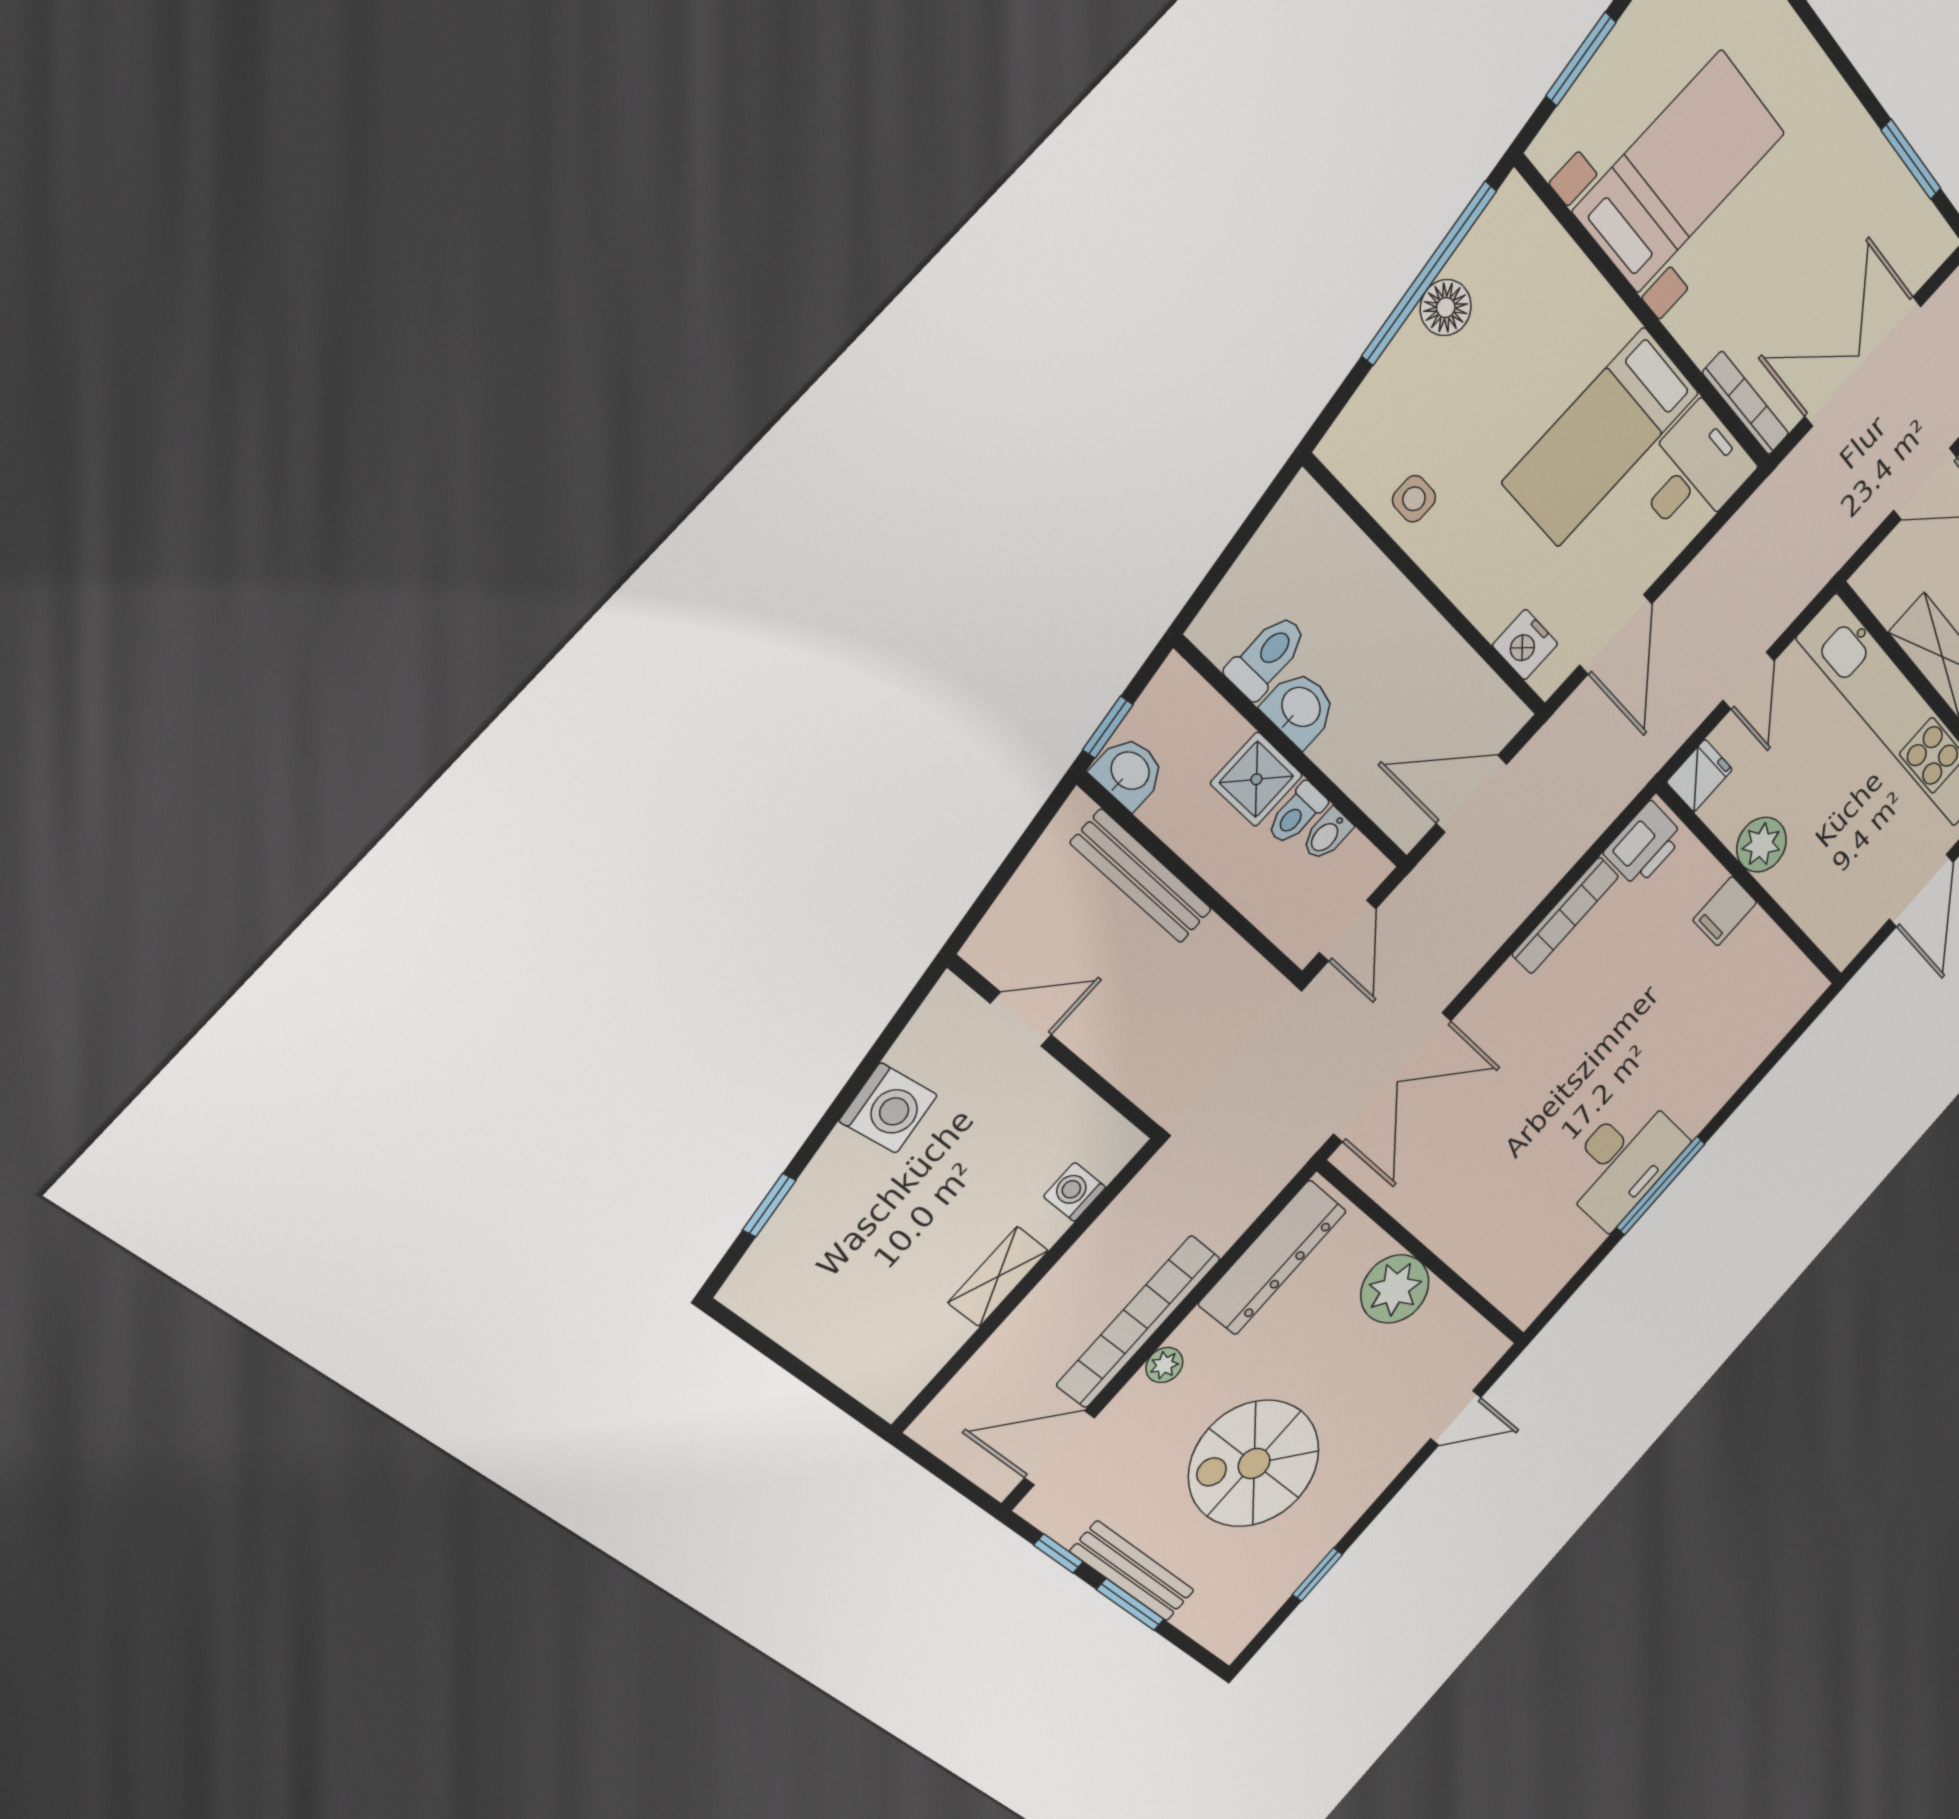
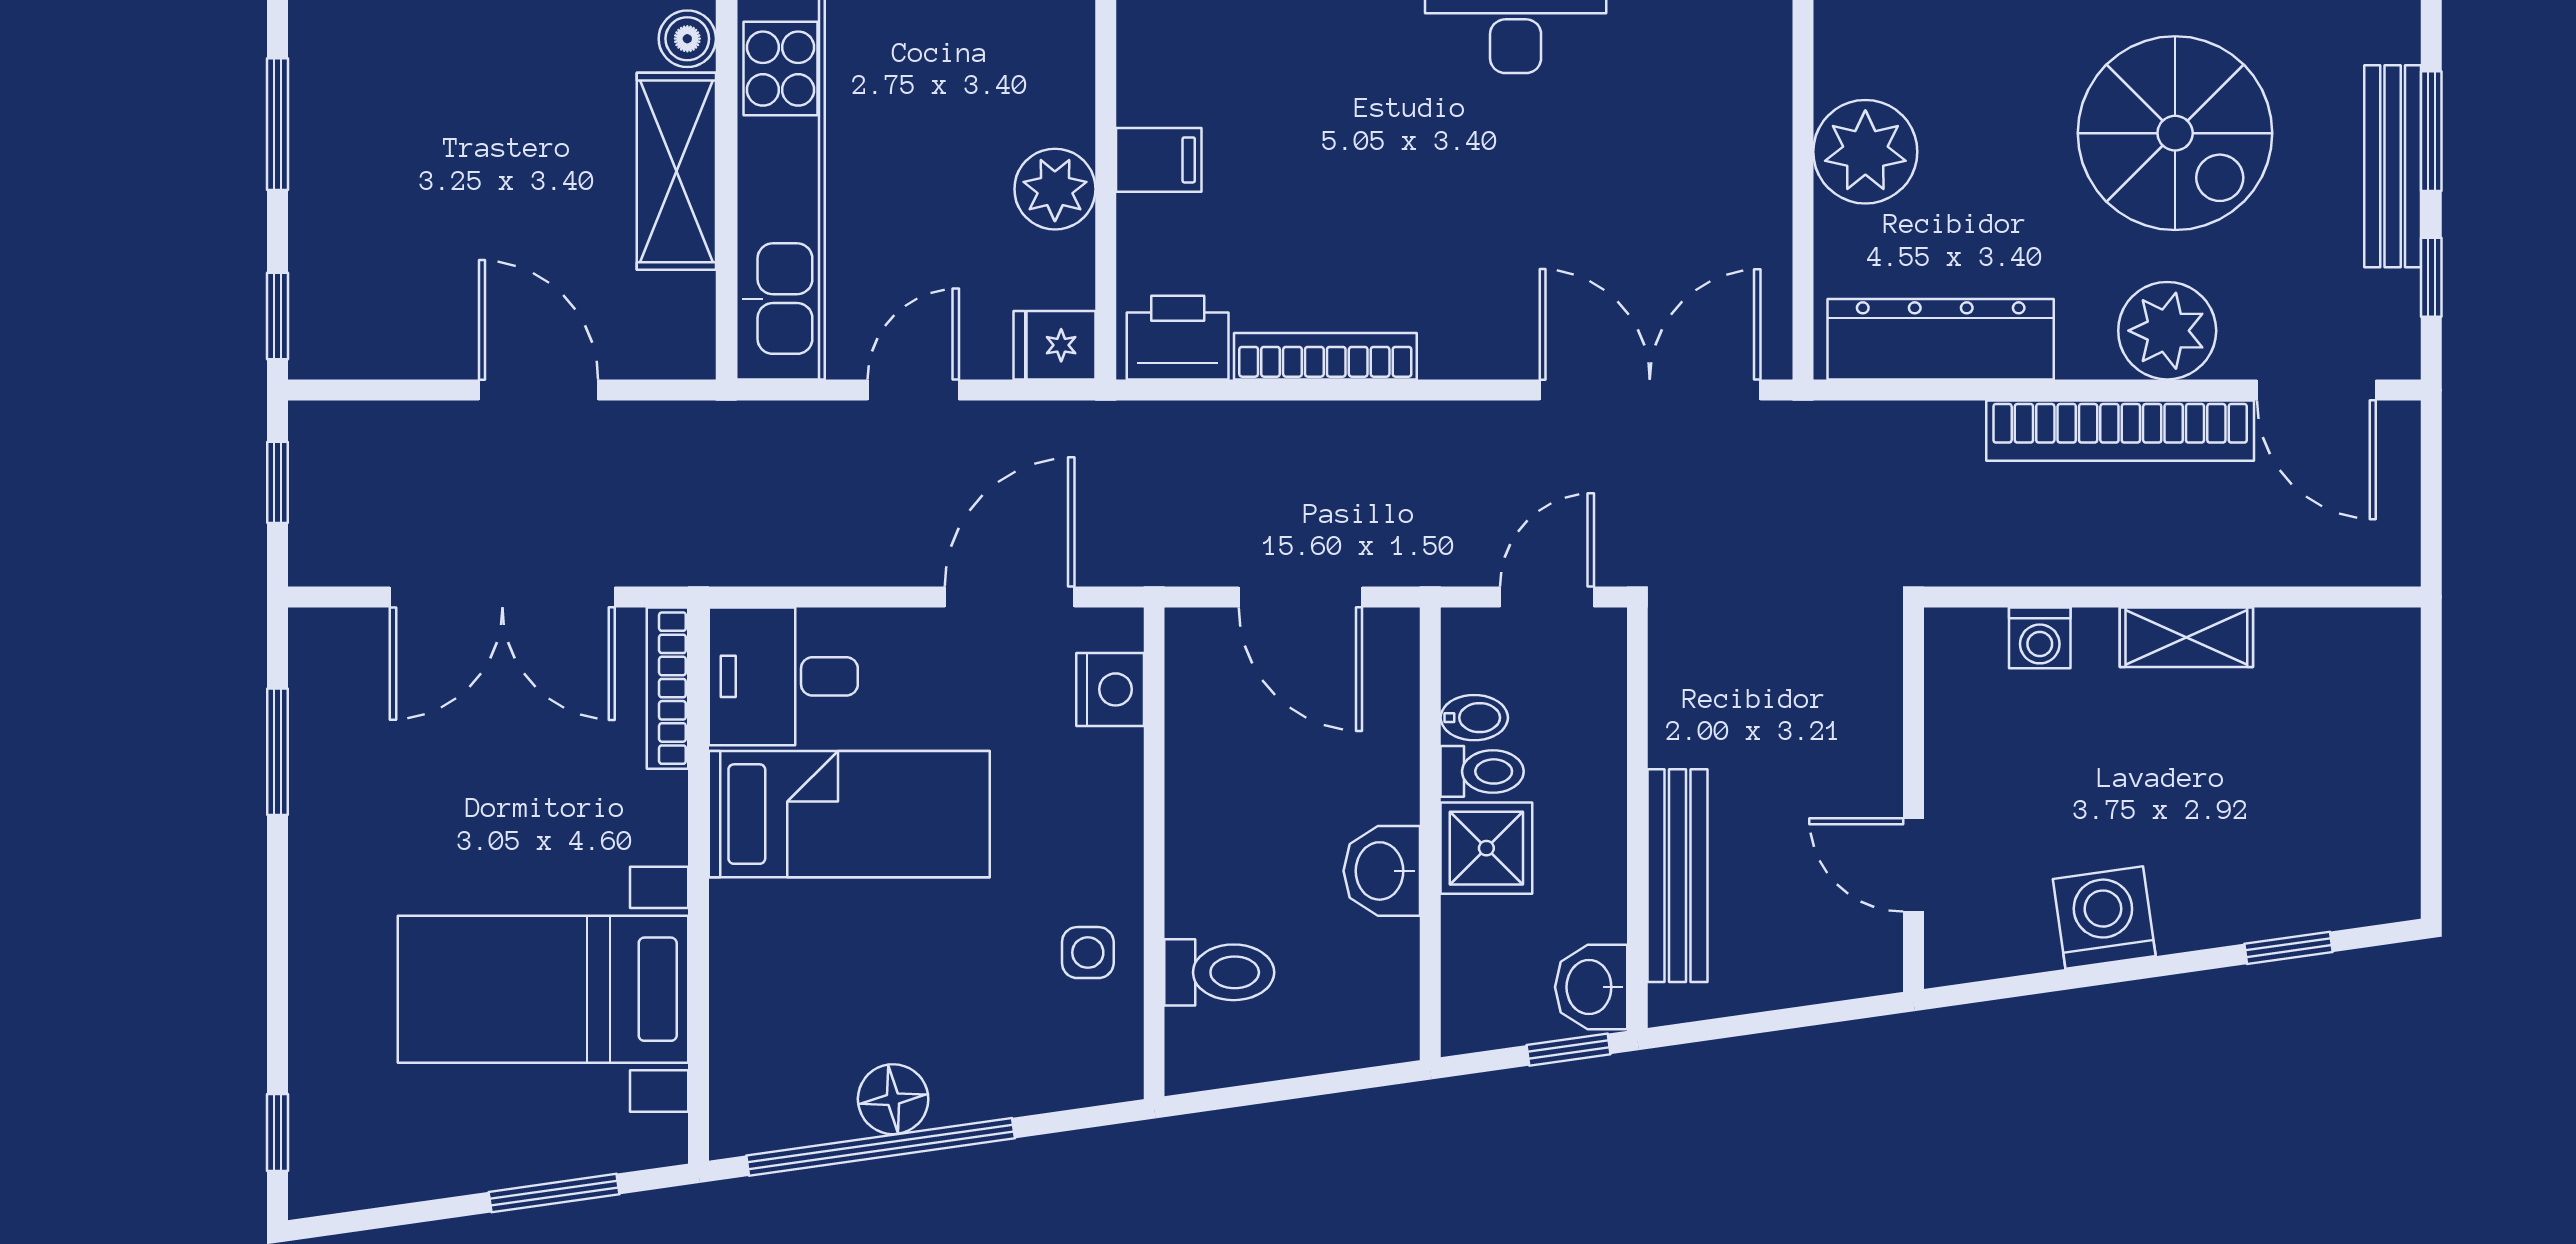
toilet: (1267, 657) -> (1219, 972), moved, turned 180
plant: (1164, 1365) -> (2167, 331), width x1.87, depth x1.87

